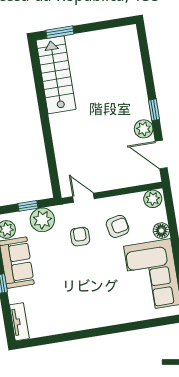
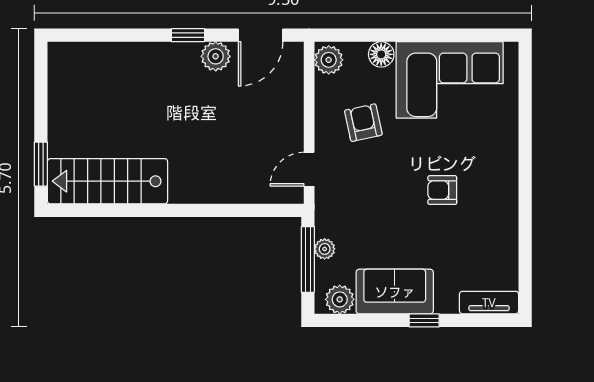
window: (28, 206) -> (308, 259), width x2.17
plant: (42, 220) -> (325, 249), width x0.53, depth x0.53
armchair: (80, 237) -> (442, 190), moved

